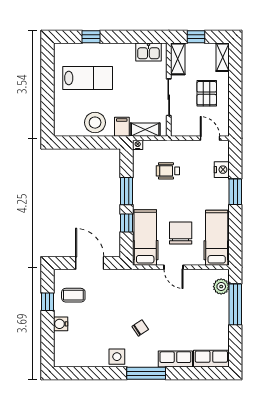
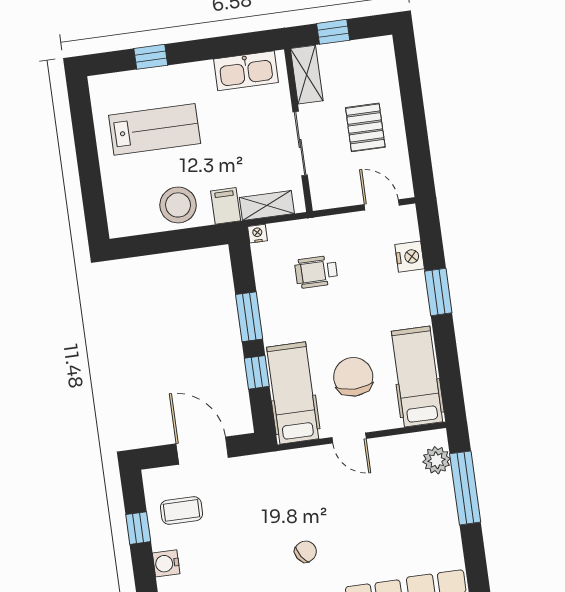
kitchen sink: (148, 52) -> (246, 71), width x1.38
shelving: (223, 57) -> (385, 61), removed

